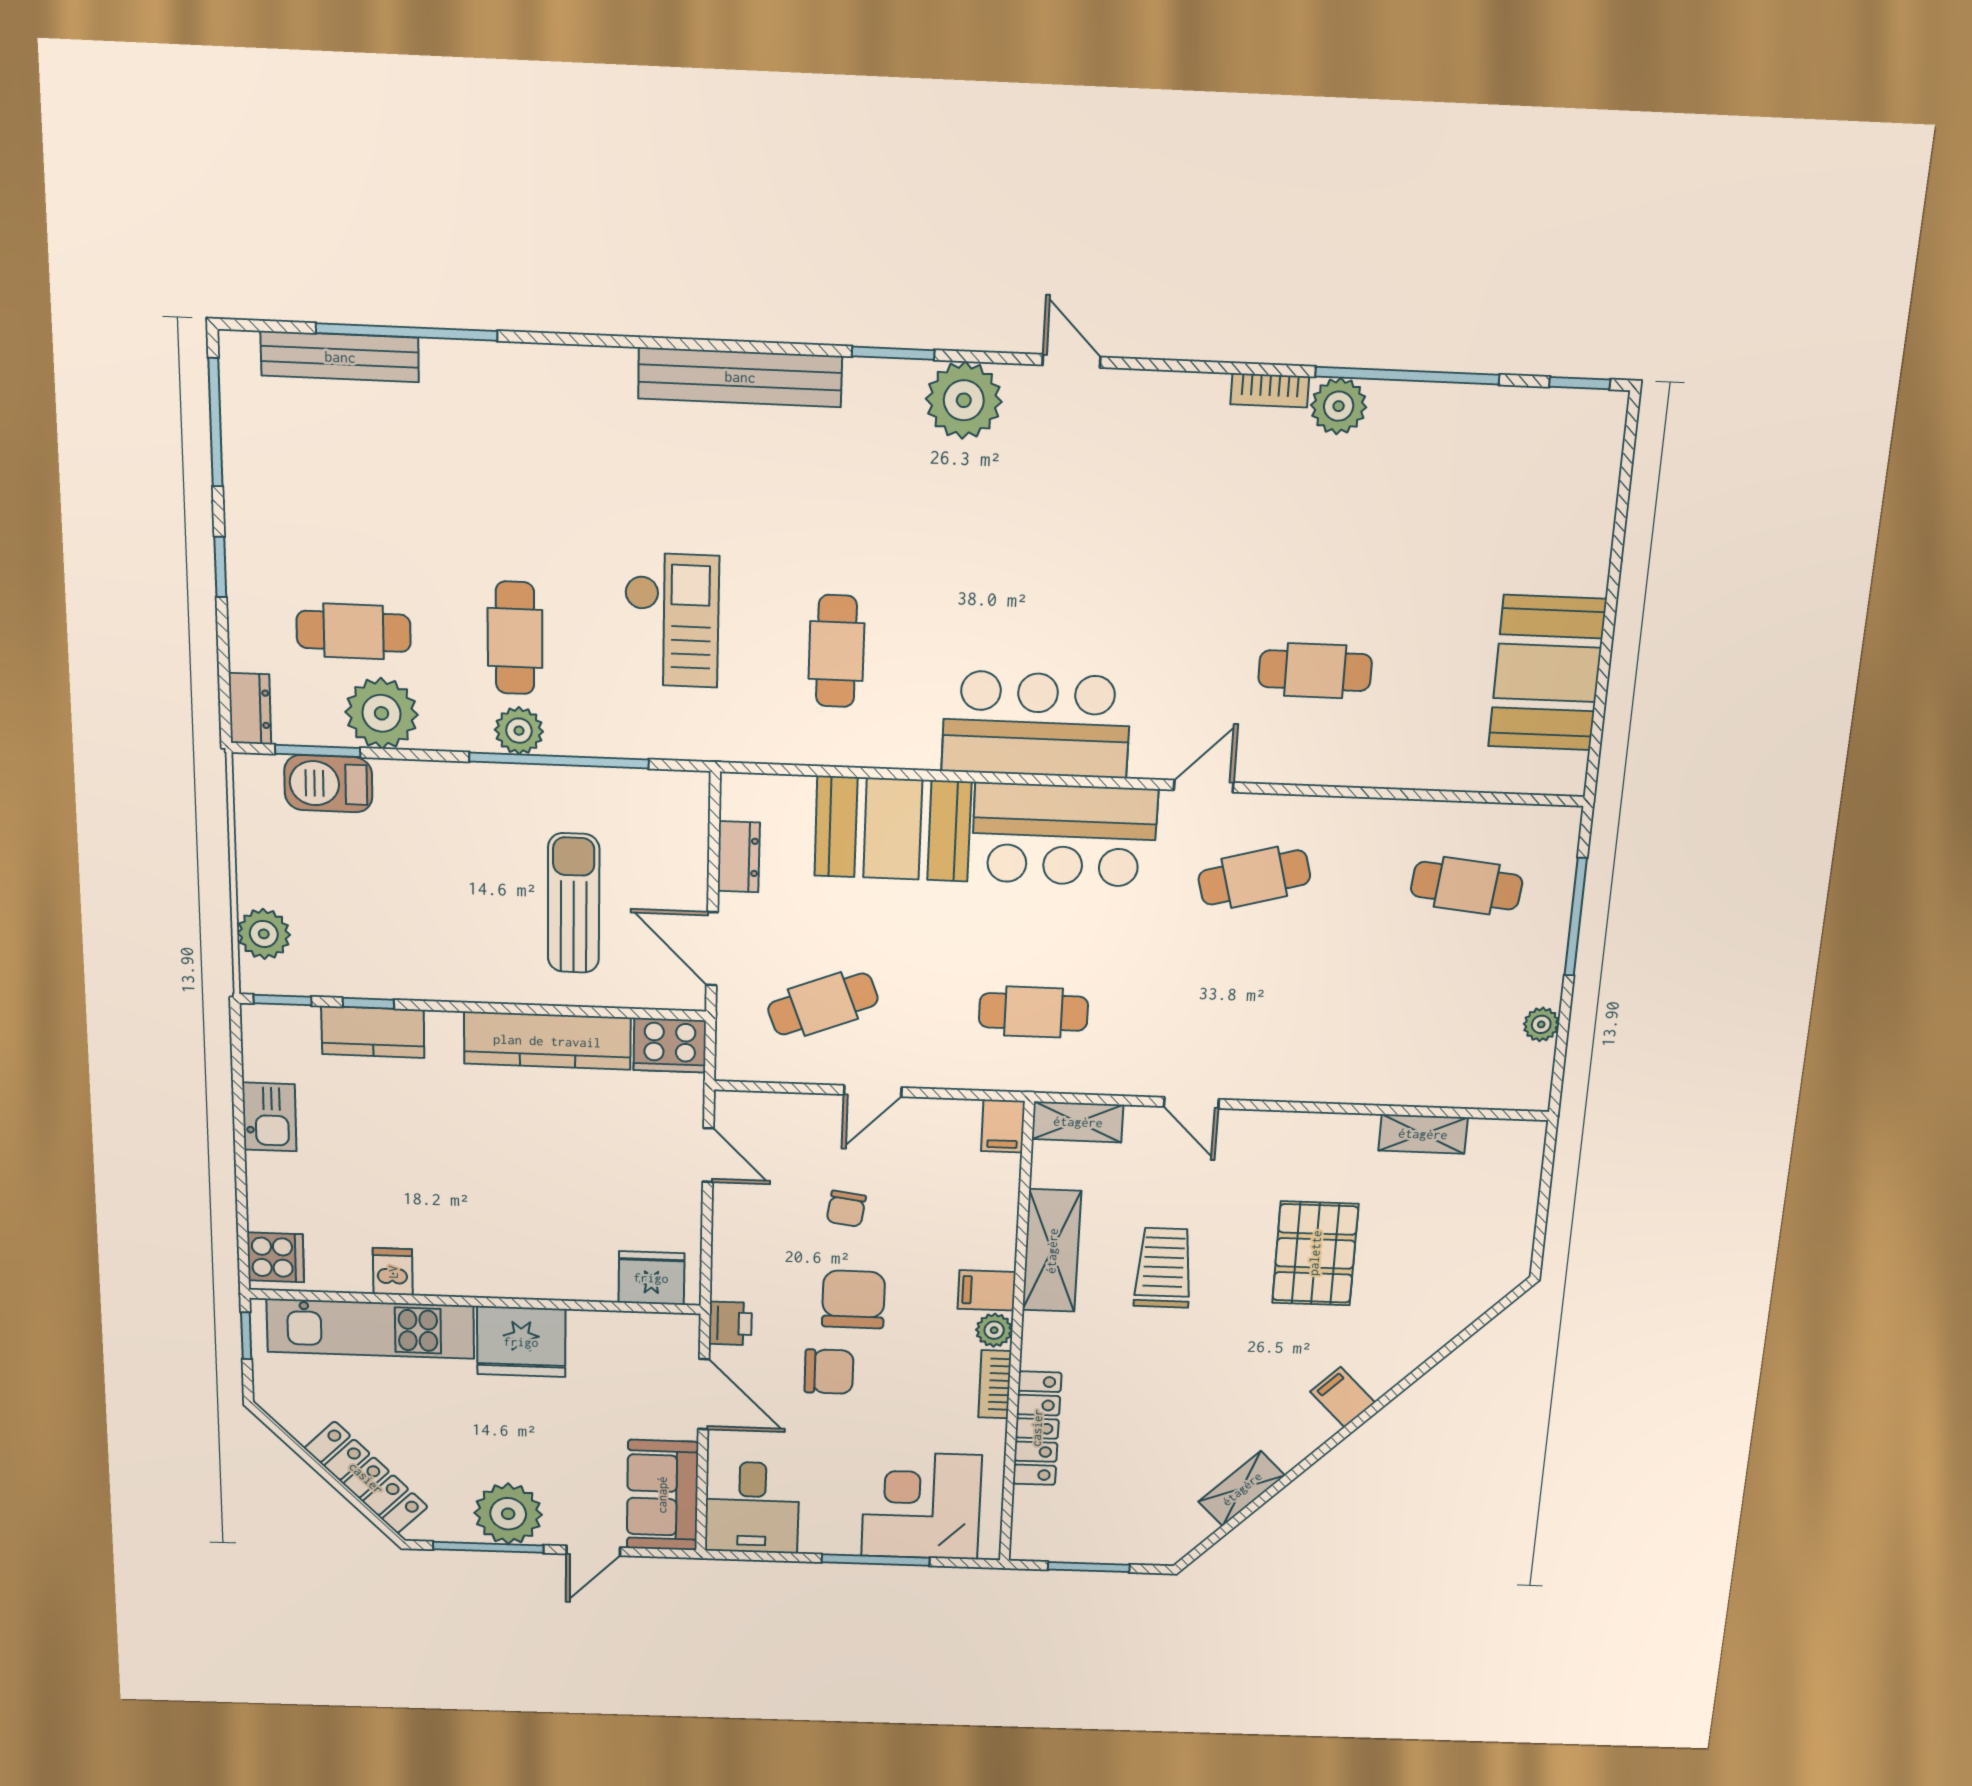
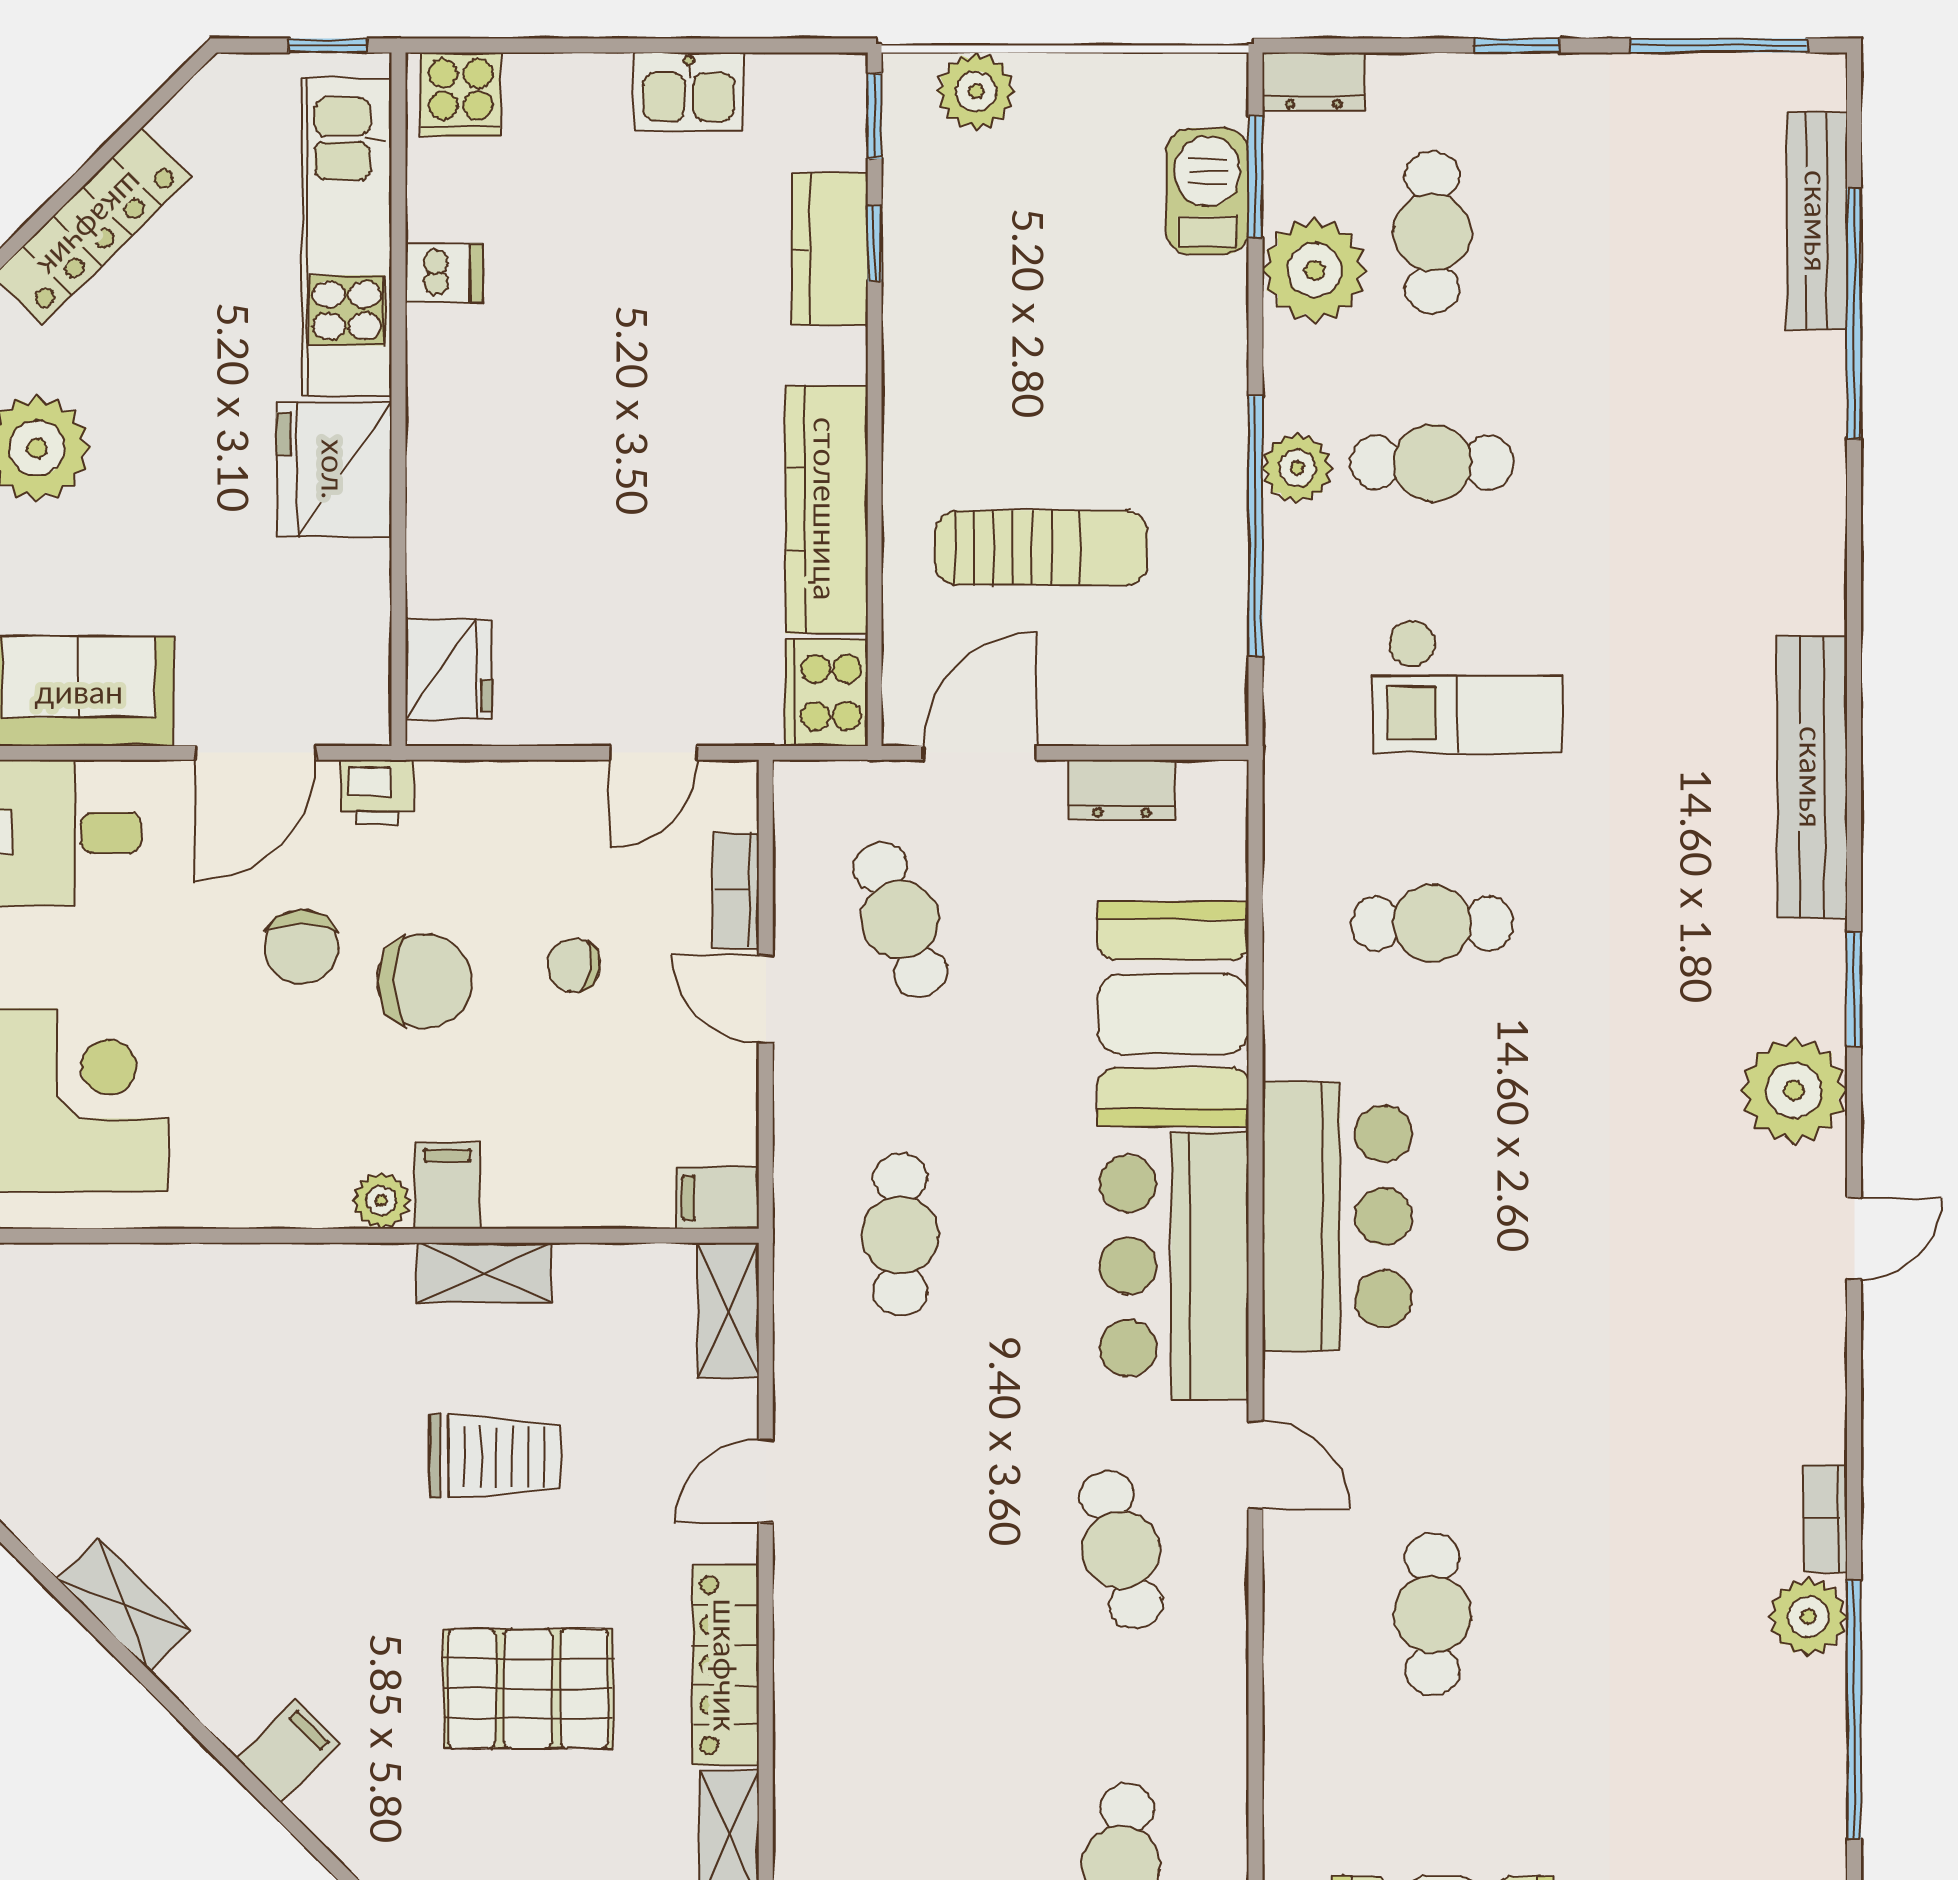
shelving: (1052, 1251) -> (484, 1273), width x0.67, depth x0.75
bookcase: (995, 1384) -> (736, 891), moved, turned -90
locker: (1037, 1428) -> (726, 1665), moved, turned 90

